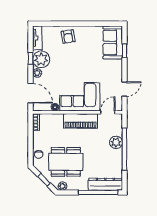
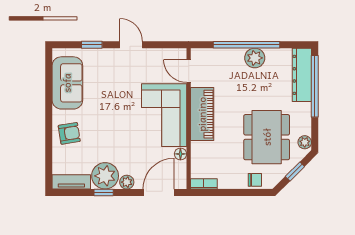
sofa: (113, 42) -> (67, 83), moved, turned -90
door: (124, 89) -> (131, 45), moved
plant: (116, 142) -> (255, 58), moved

